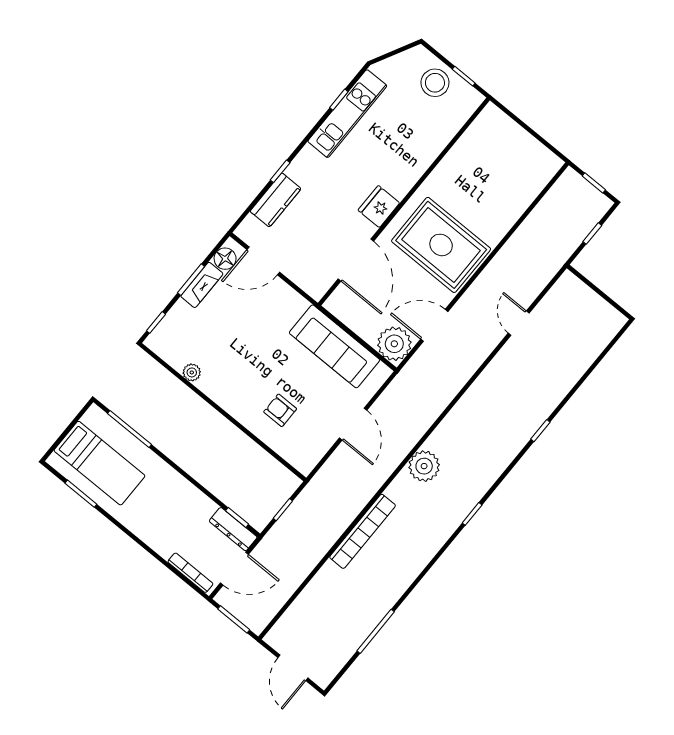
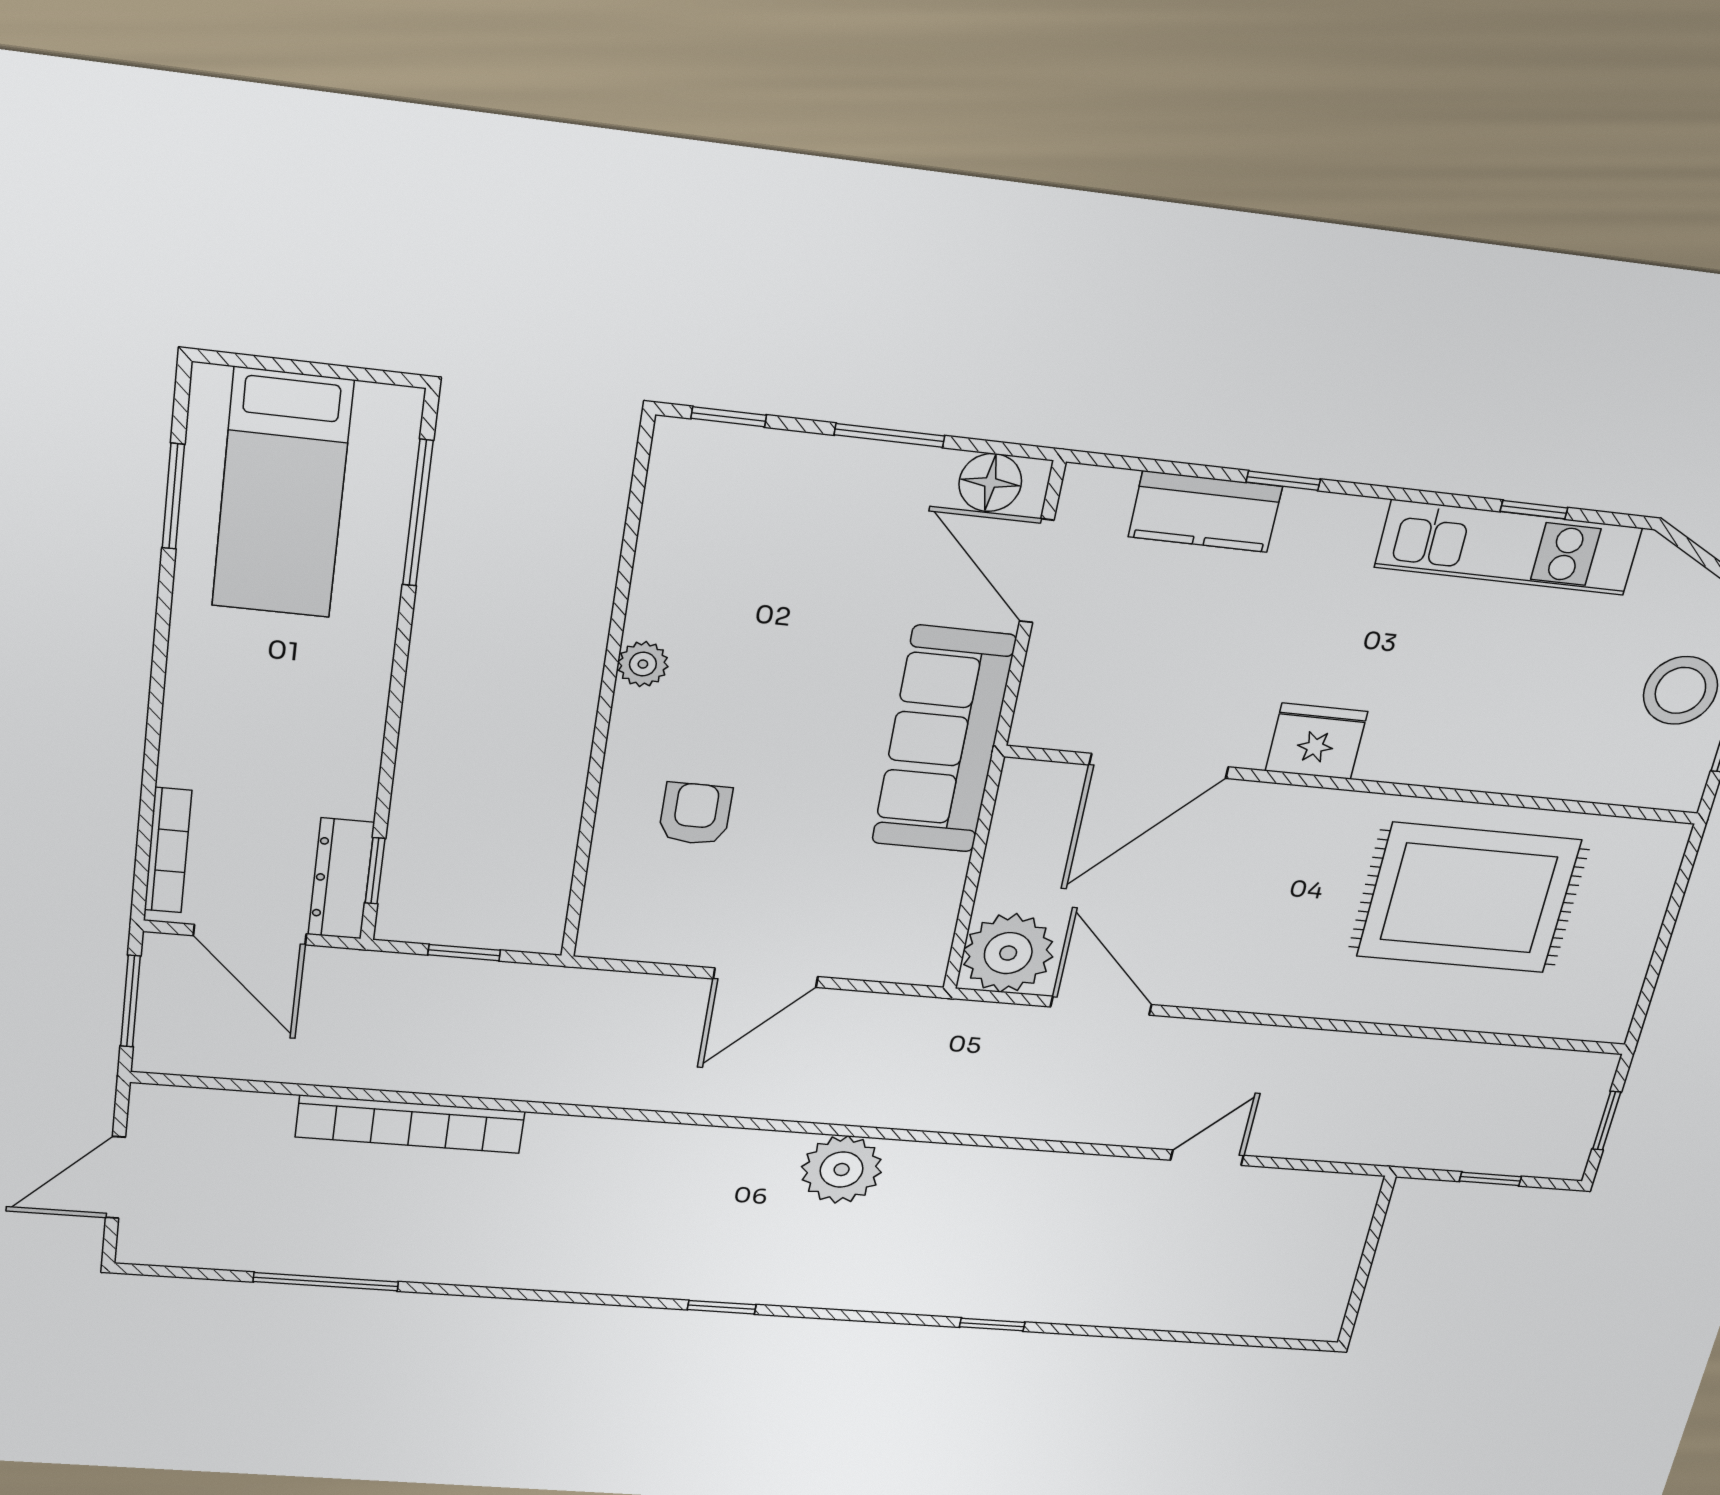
rug: (441, 245) -> (1469, 898), moved, turned 90
fireplace: (202, 285) -> (891, 468), removed
sofa: (334, 346) -> (944, 740), moved
plant: (192, 372) -> (643, 664), moved
plant: (424, 466) -> (842, 1170), moved
bookcase: (363, 531) -> (410, 1124), moved

